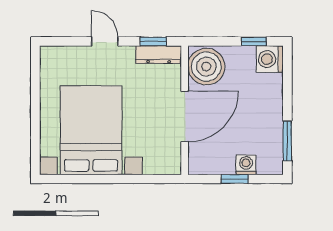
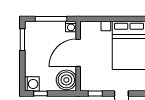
dresser: (159, 55) -> (92, 86), removed
washing machine: (246, 165) -> (71, 27), moved
window: (235, 179) -> (51, 19), width x2.17

